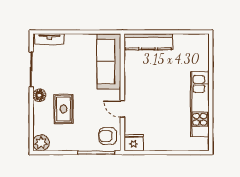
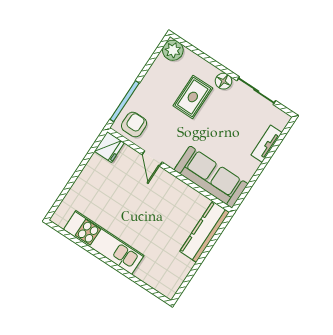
tv unit: (49, 39) -> (266, 144), moved
rug: (63, 109) -> (193, 97), turned 90
door: (122, 109) -> (152, 158), swing flipped

